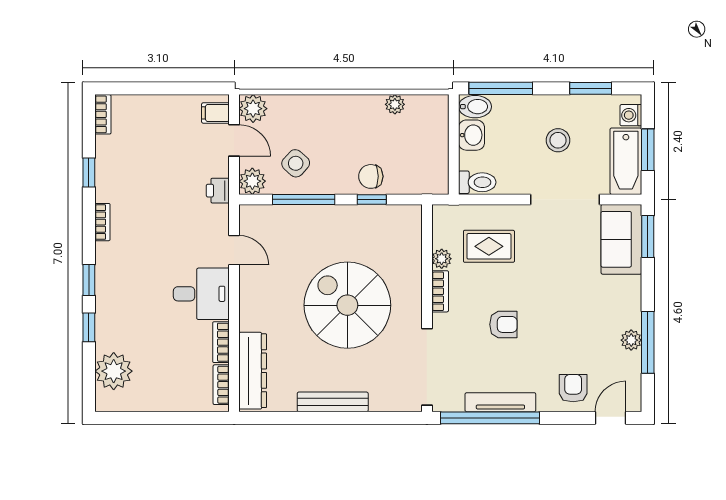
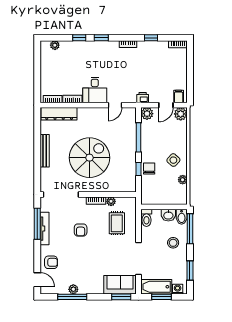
stool: (558, 140) -> (173, 243), moved
side table: (296, 163) -> (173, 160), moved
plant: (114, 371) -> (55, 45), width x0.53, depth x0.53
window: (490, 418) -> (37, 224), width x0.68

